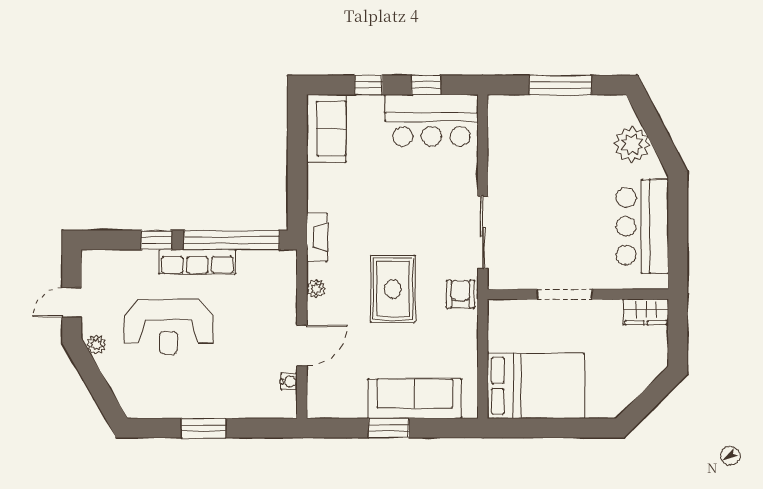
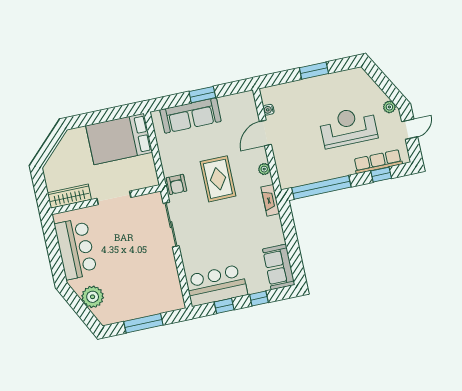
window: (156, 240) -> (381, 175), moved
row of seats: (197, 262) -> (378, 162), moved
wardrobe: (646, 312) -> (69, 196), width x1.50

